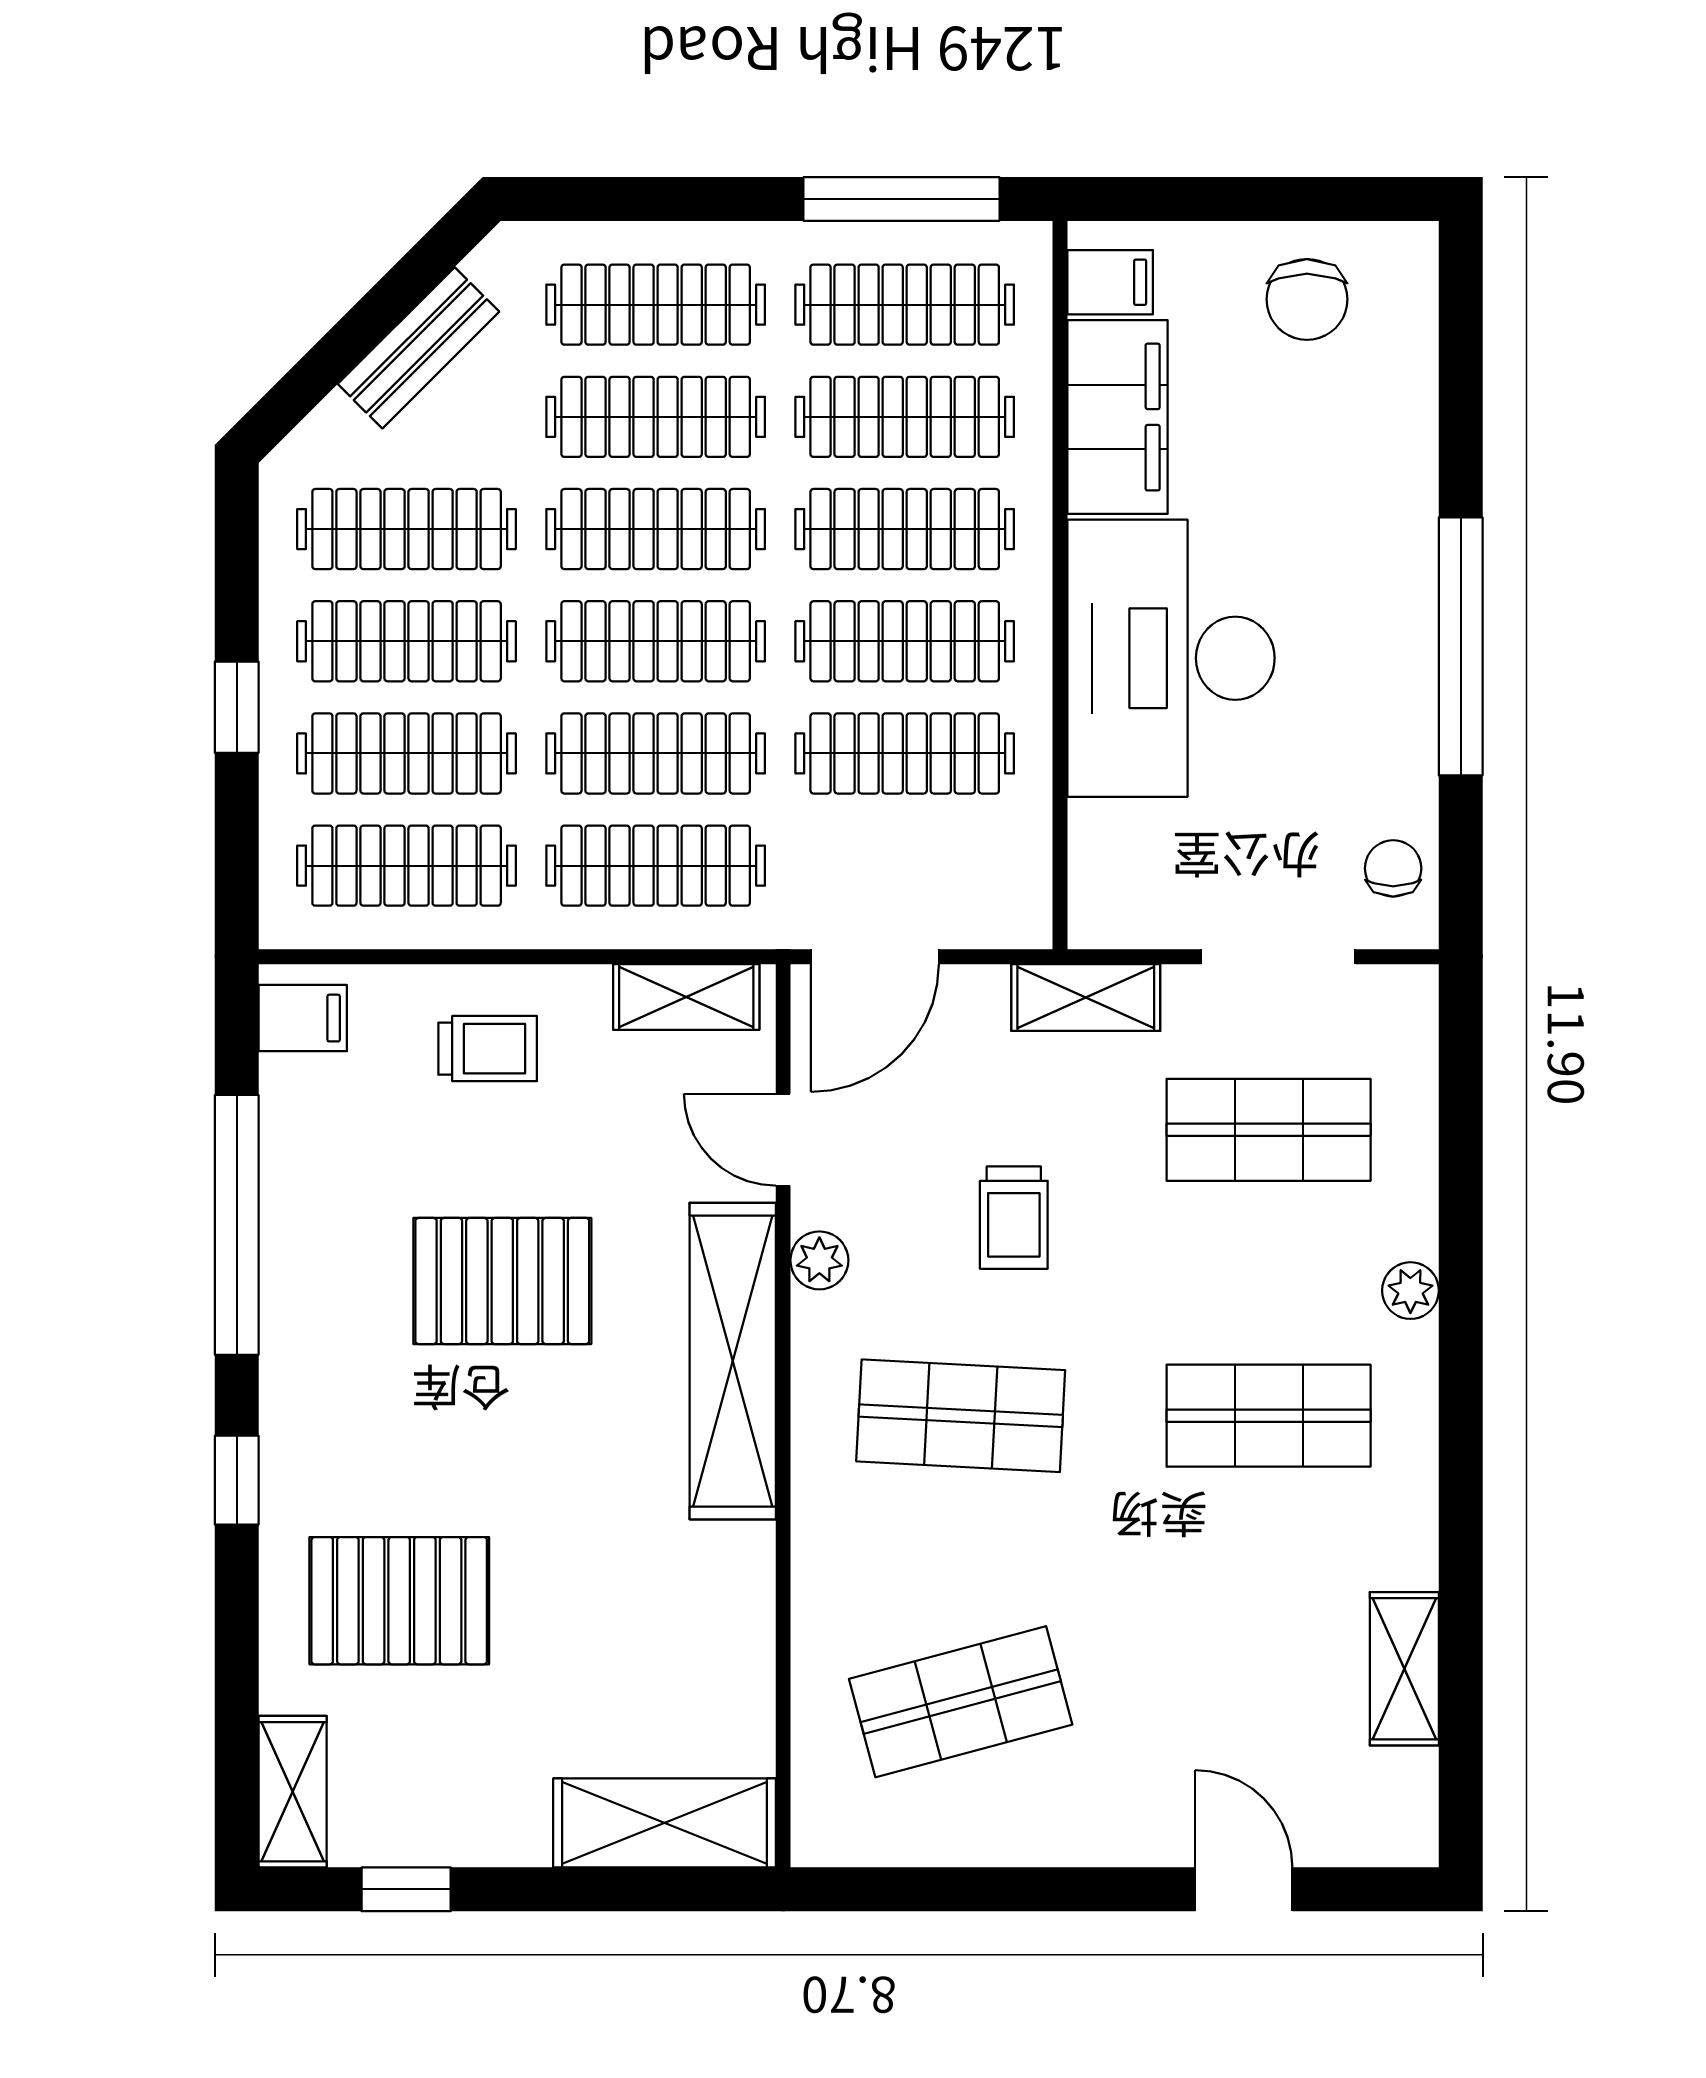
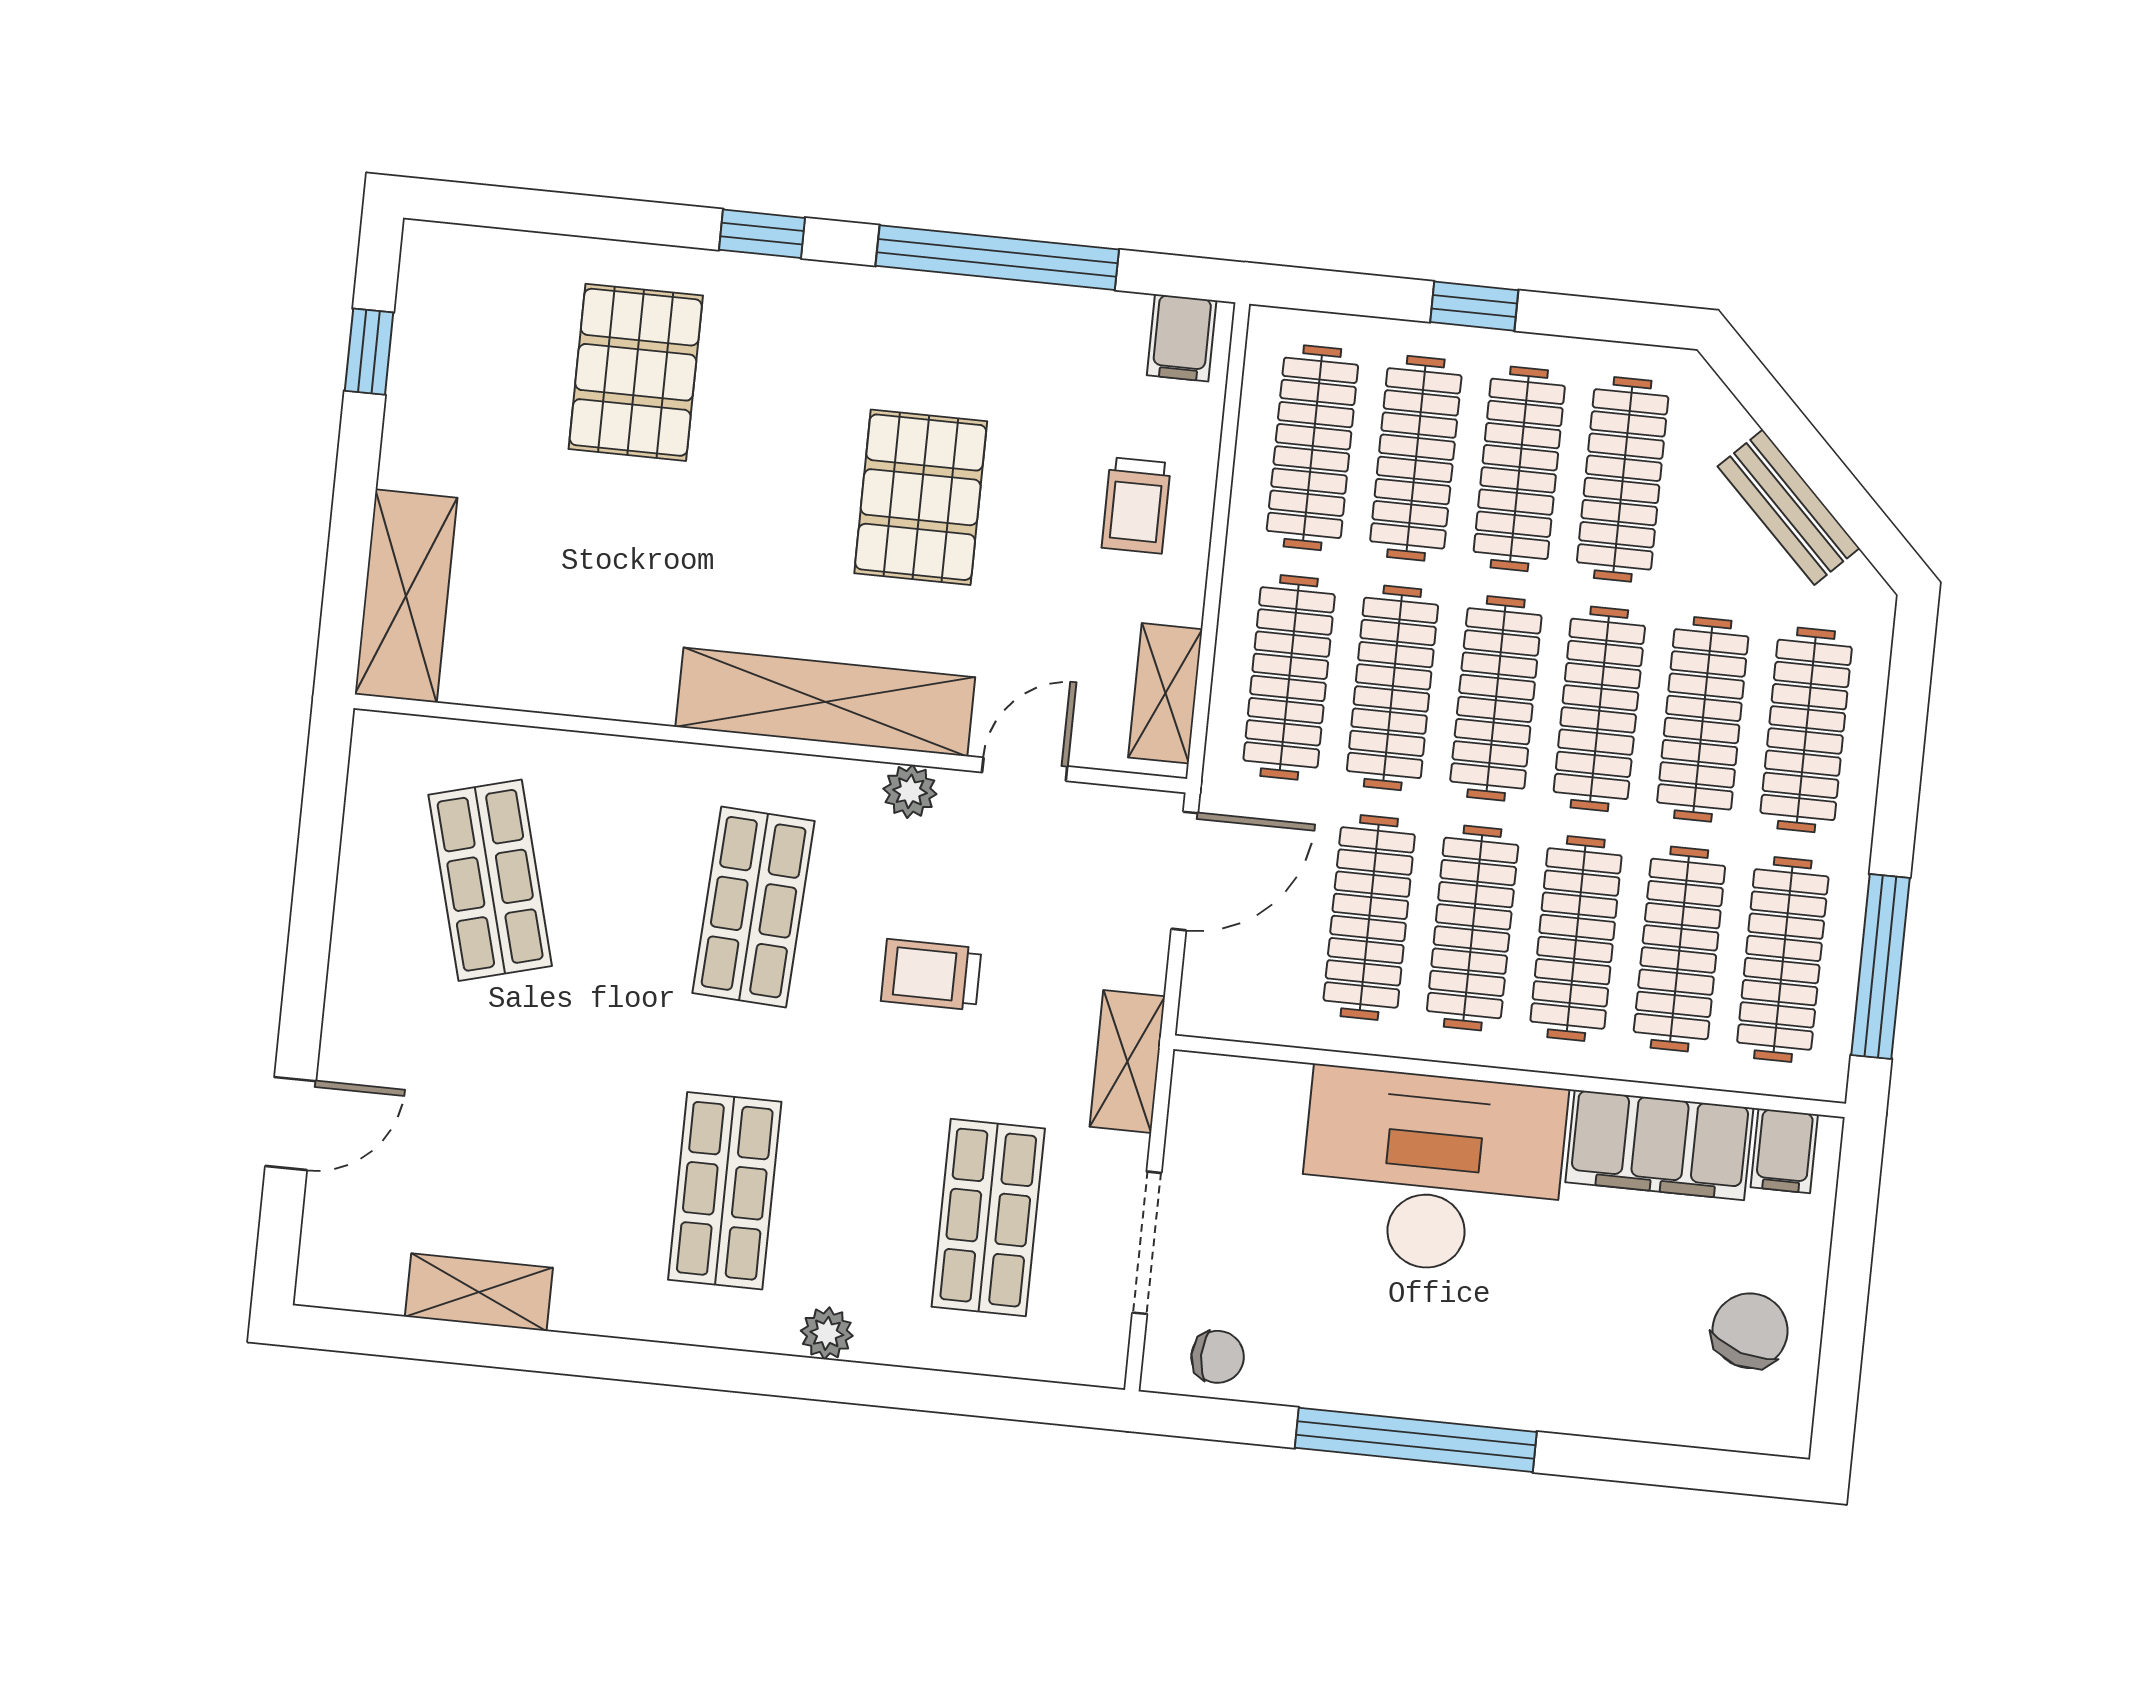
chair: (1307, 299) -> (1750, 1331), turned 107
door: (875, 957) -> (1185, 871), swing flipped
shelving: (293, 1792) -> (470, 256), removed

